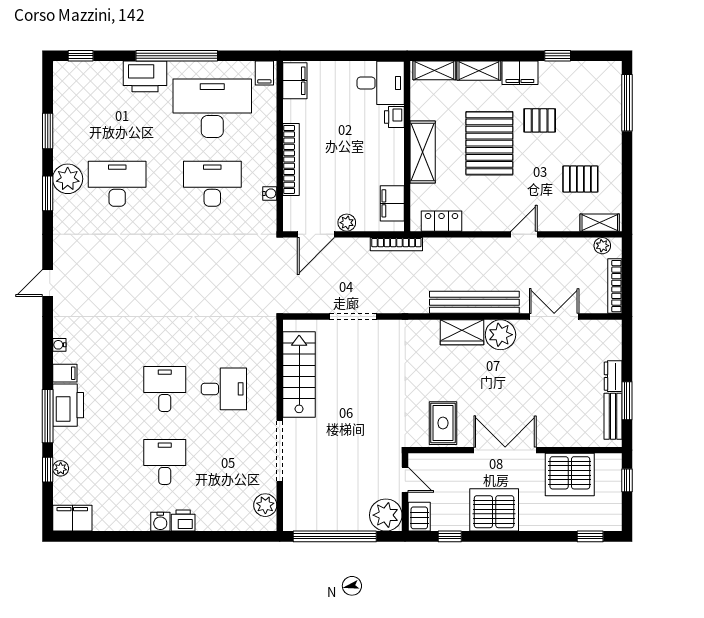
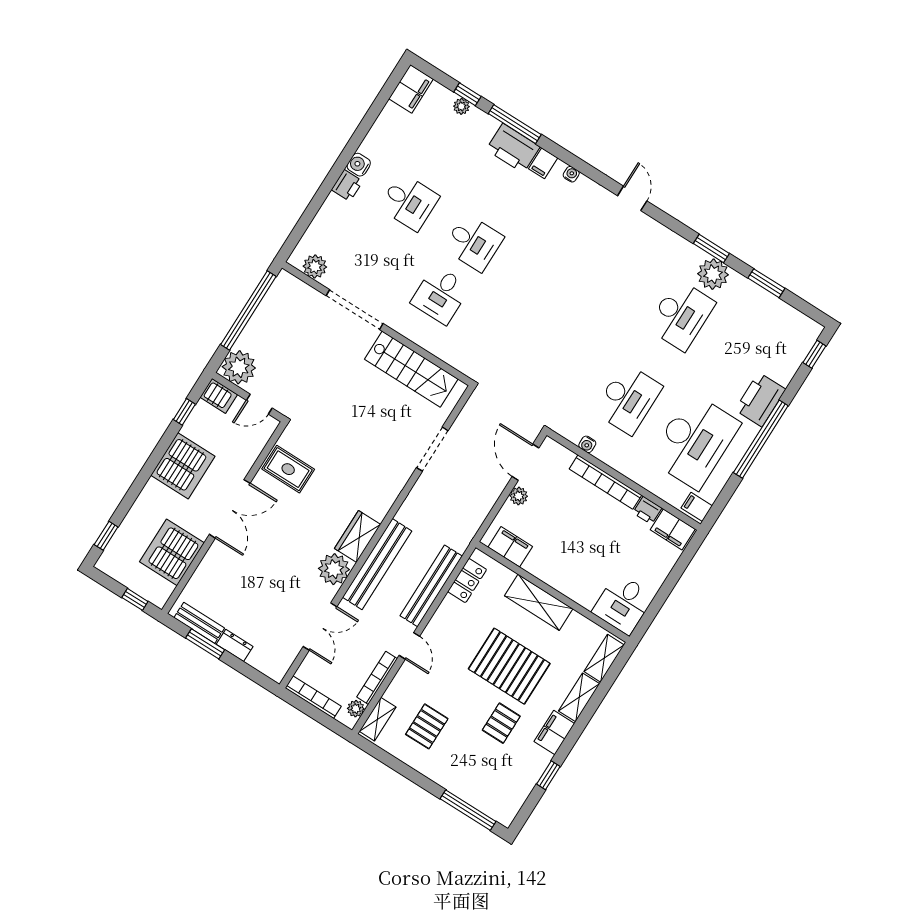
printer: (394, 117) -> (647, 510), moved, turned 180
bookcase: (396, 244) -> (377, 678), moved
bench: (464, 247) -> (431, 586), added

